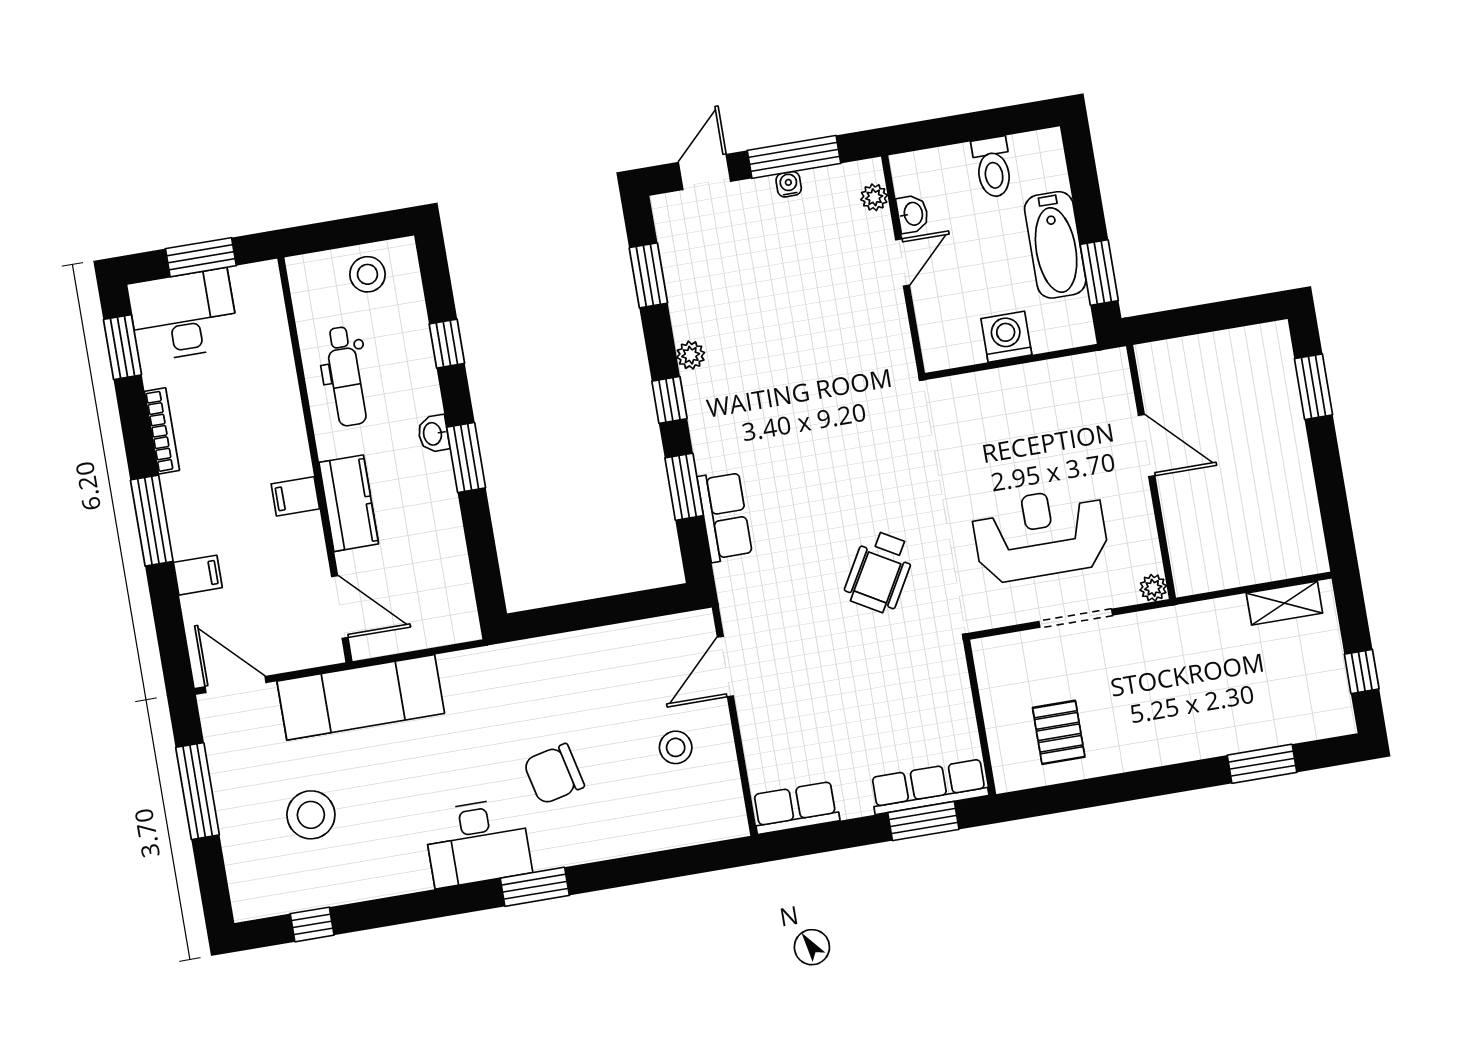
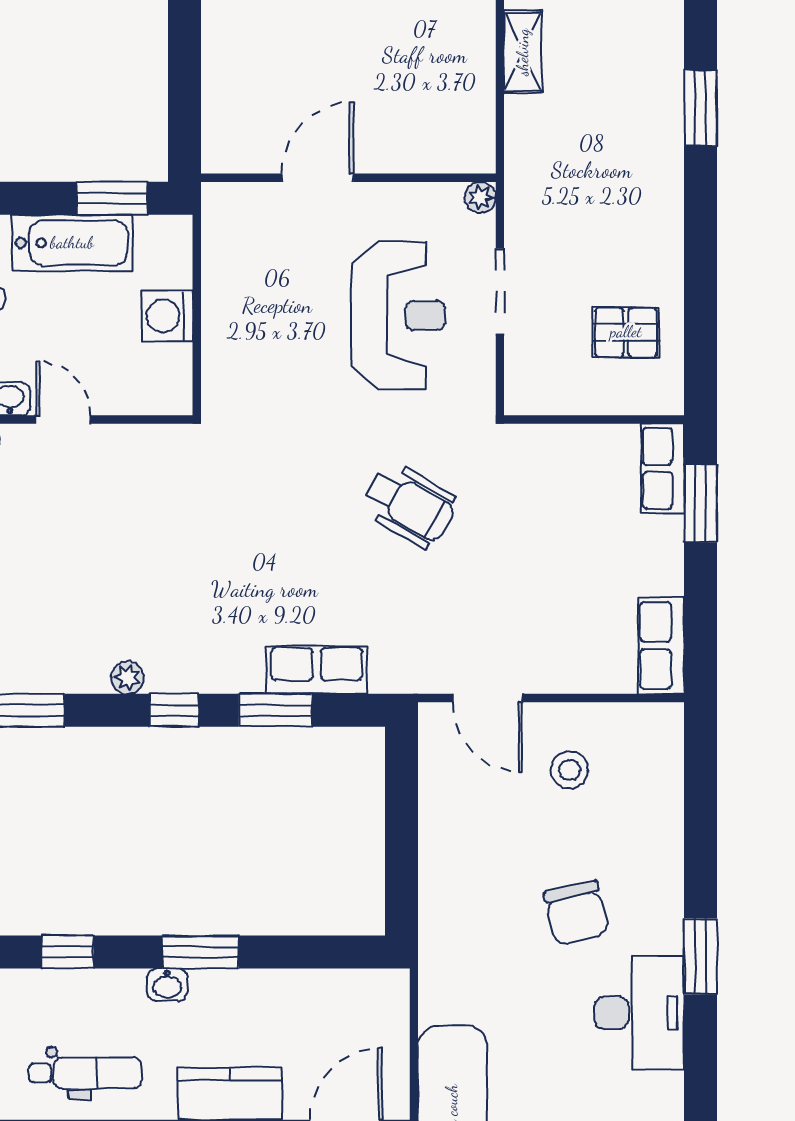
reception desk: (1040, 535) -> (398, 315), turned 180
row of seats: (929, 787) -> (663, 468), width x0.68

